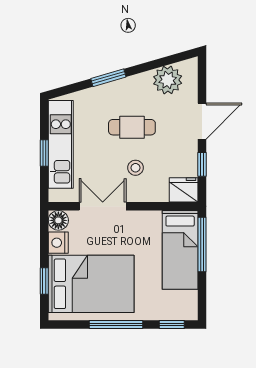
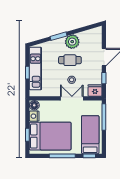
plant: (168, 80) -> (72, 42), moved
double door: (103, 206) -> (72, 98), moved
bed: (180, 250) -> (90, 135), moved, turned 180

